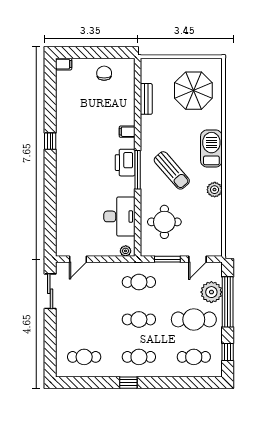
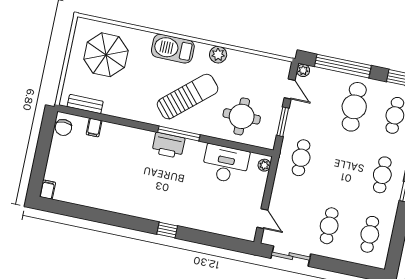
chair: (104, 73) -> (63, 127), moved, turned -90
bench: (146, 99) -> (85, 104), moved
filing cabinet: (127, 132) -> (94, 128), moved
window: (50, 141) -> (167, 230), moved
sun lounger: (172, 170) -> (188, 97), width x1.36, depth x1.34
plant: (211, 292) -> (303, 70), moved, width x0.53, depth x0.53
cafe table: (139, 319) -> (329, 226), moved

